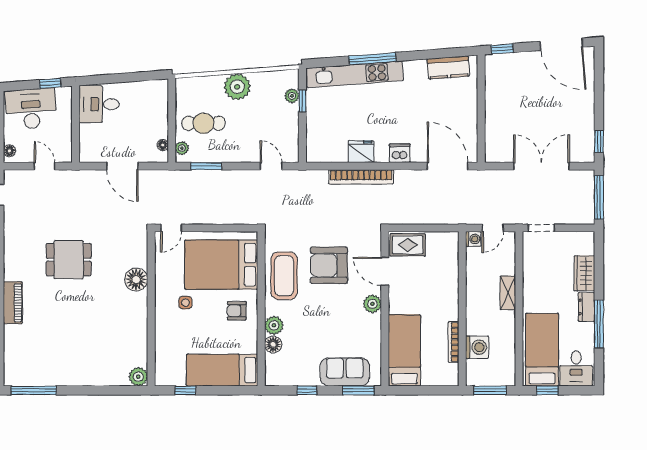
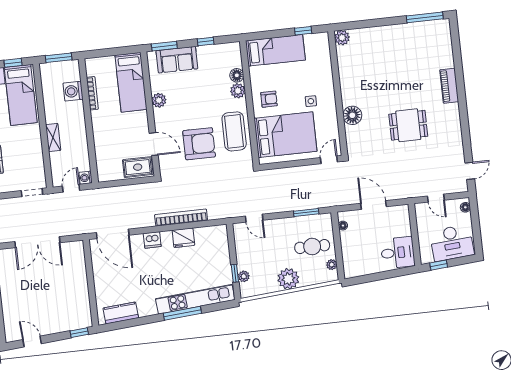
door: (561, 44) -> (32, 342), width x0.53
plant: (182, 148) -> (332, 265), moved
plant: (372, 304) -> (159, 100), moved

